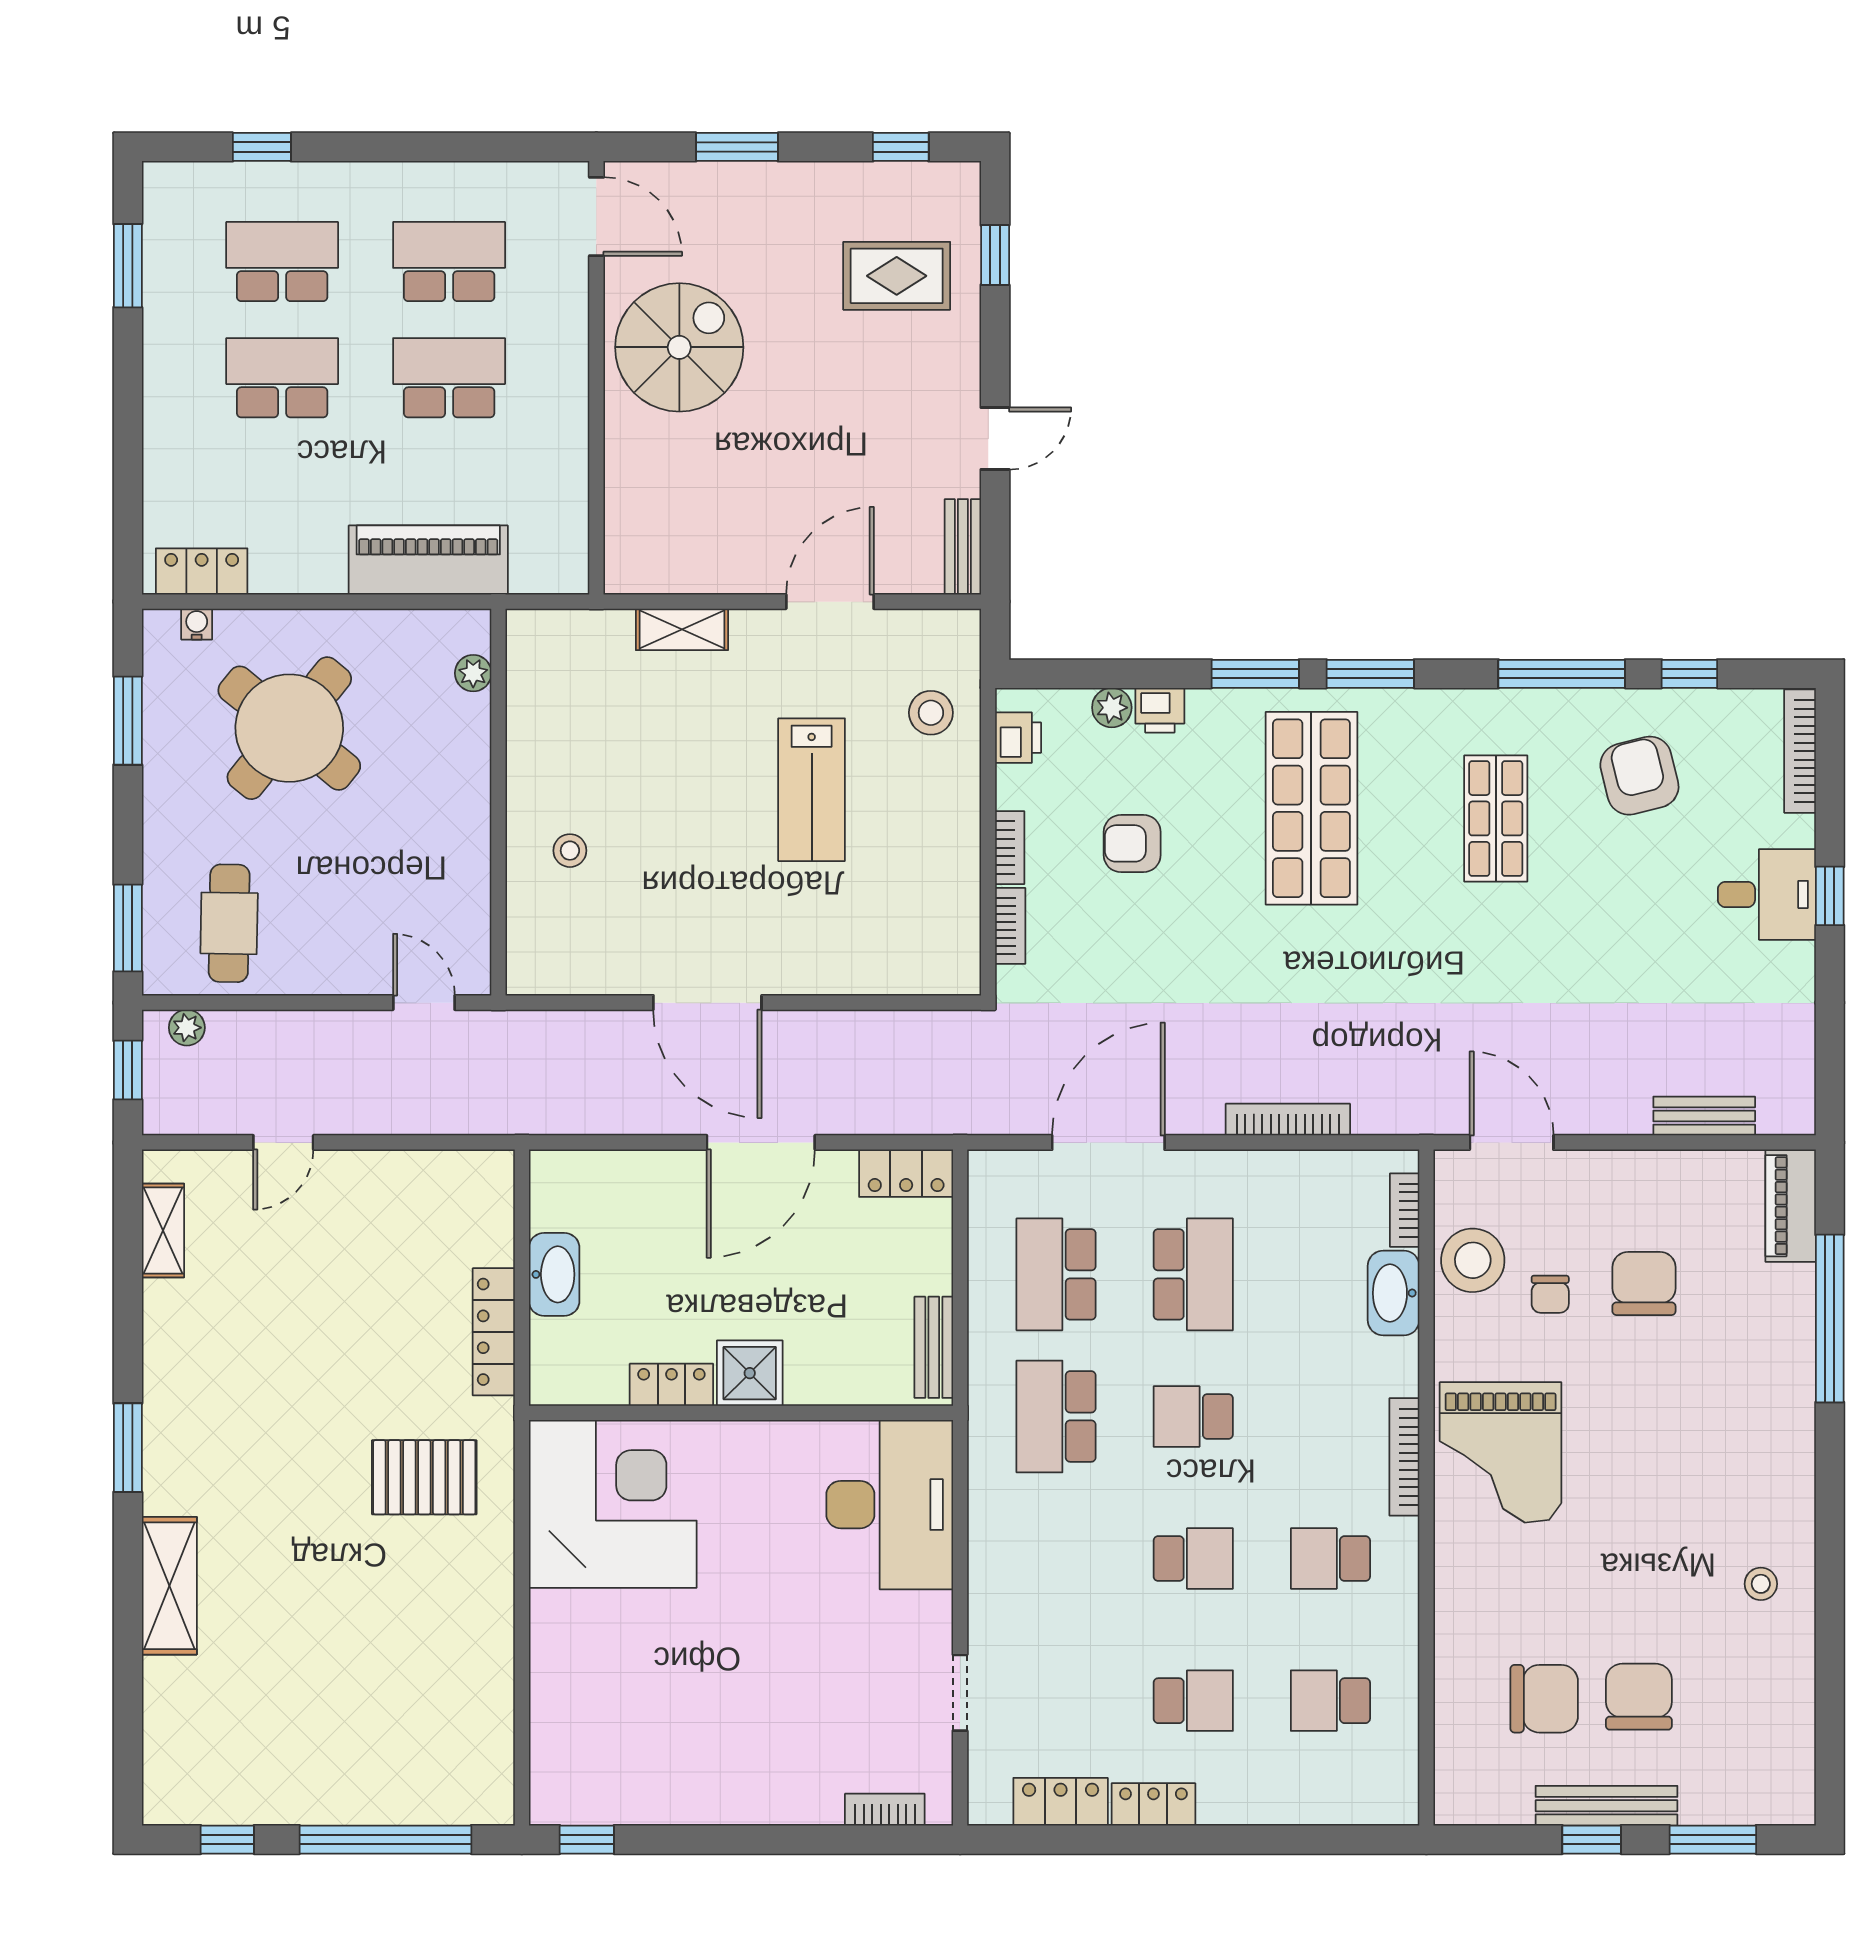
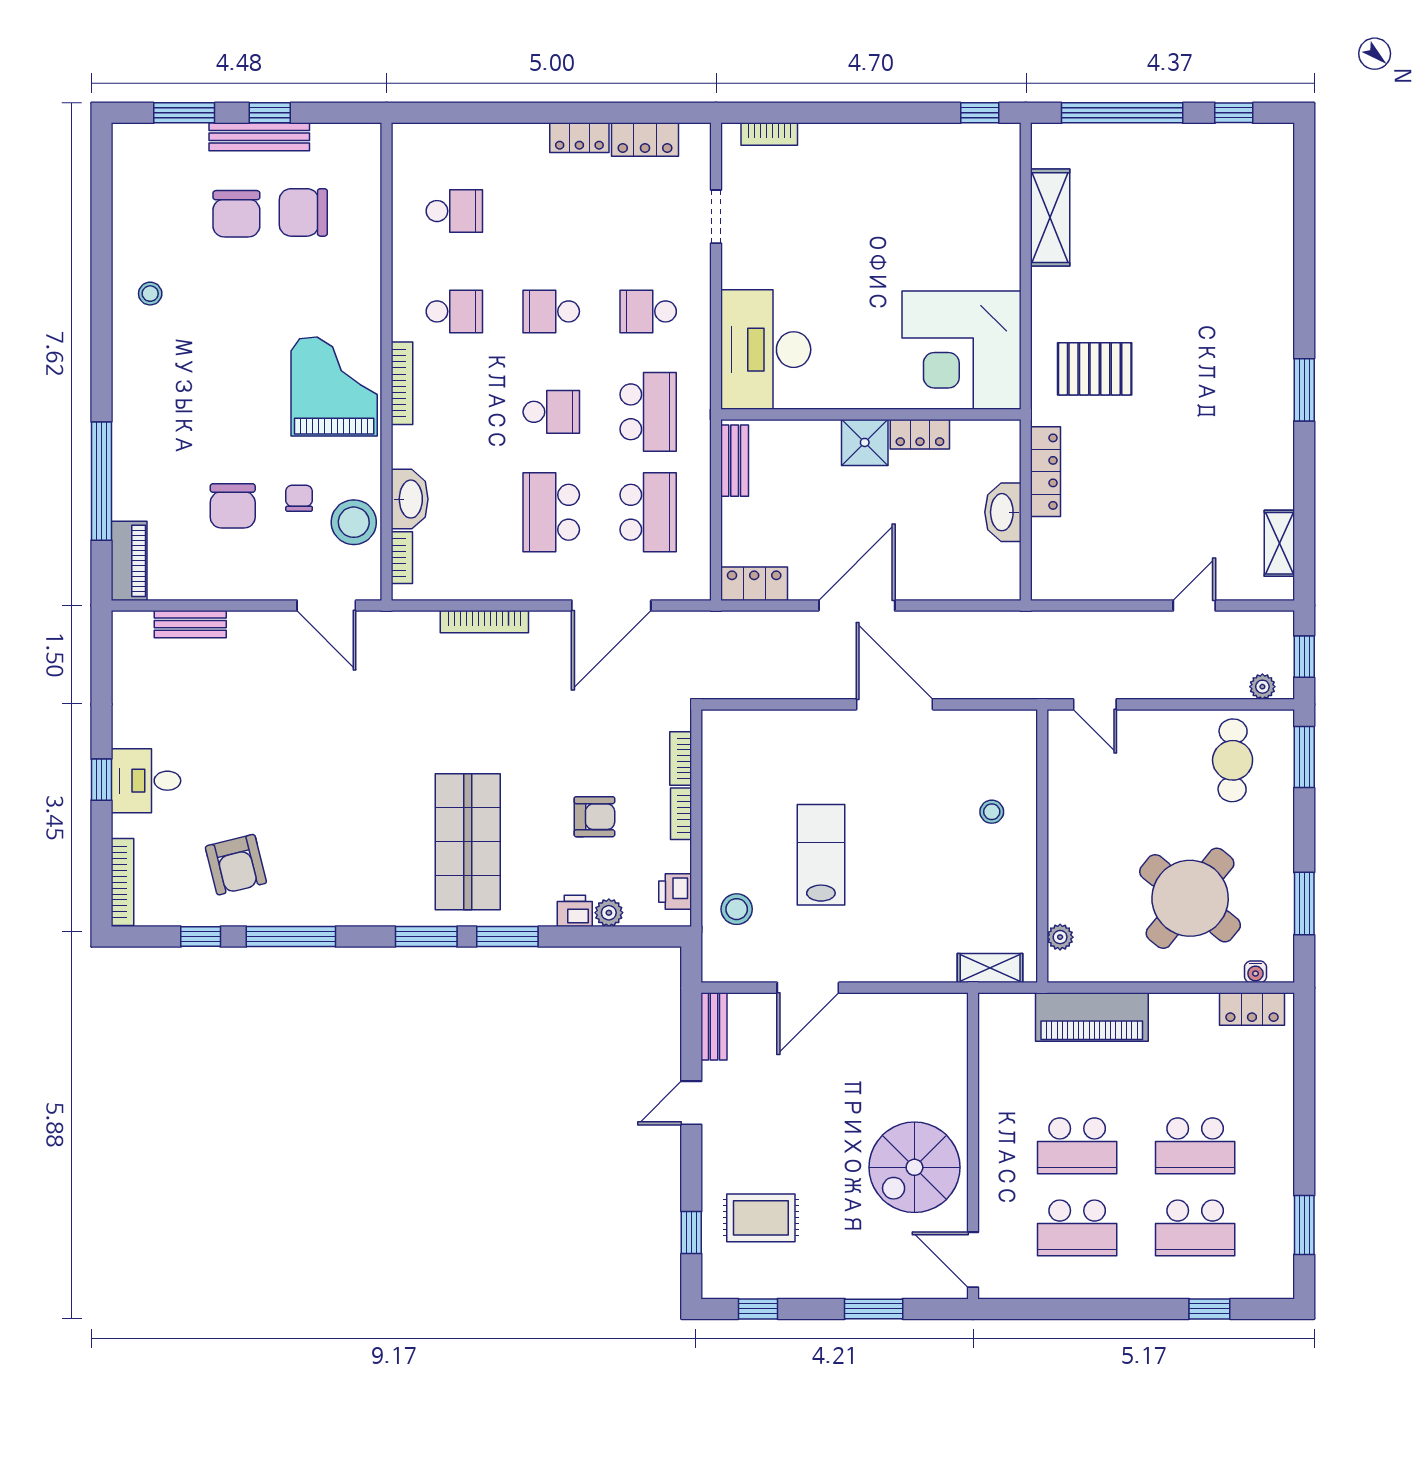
shelving: (682, 629) -> (990, 968), moved
shop shelf: (1496, 818) -> (337, 834), removed
shelving: (169, 1586) -> (1050, 218), moved
school desk: (1193, 1701) -> (648, 311), moved

